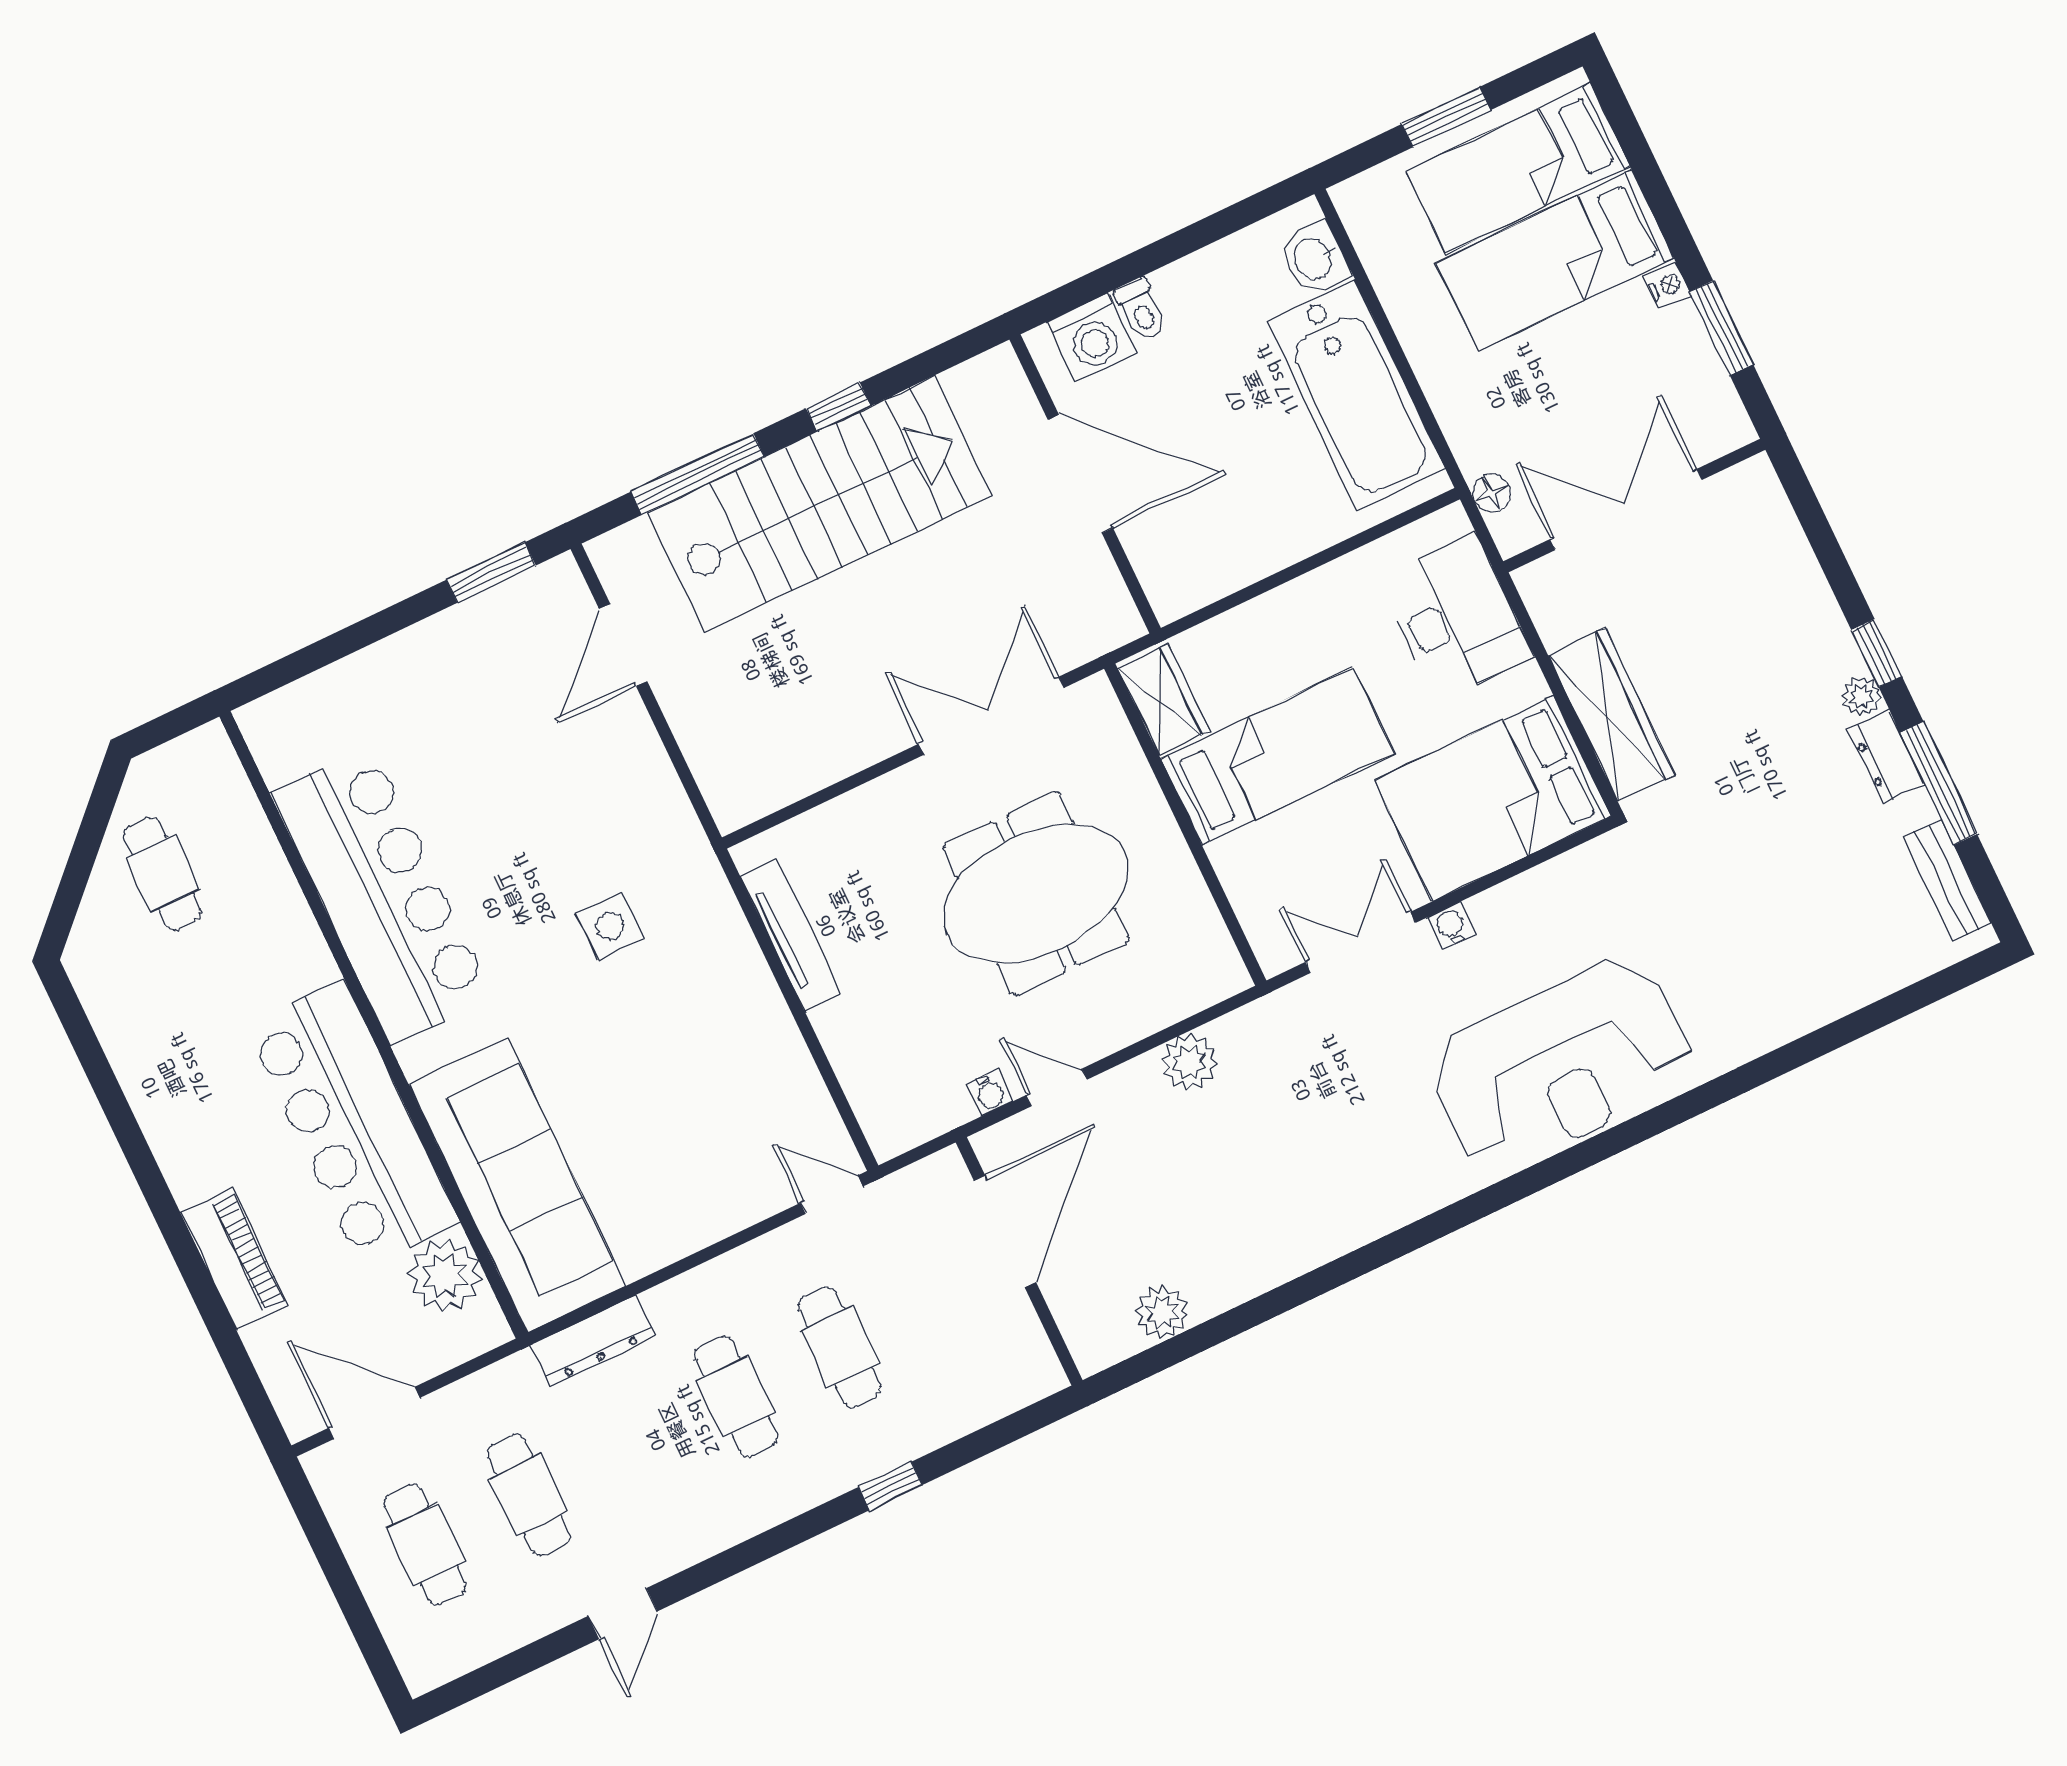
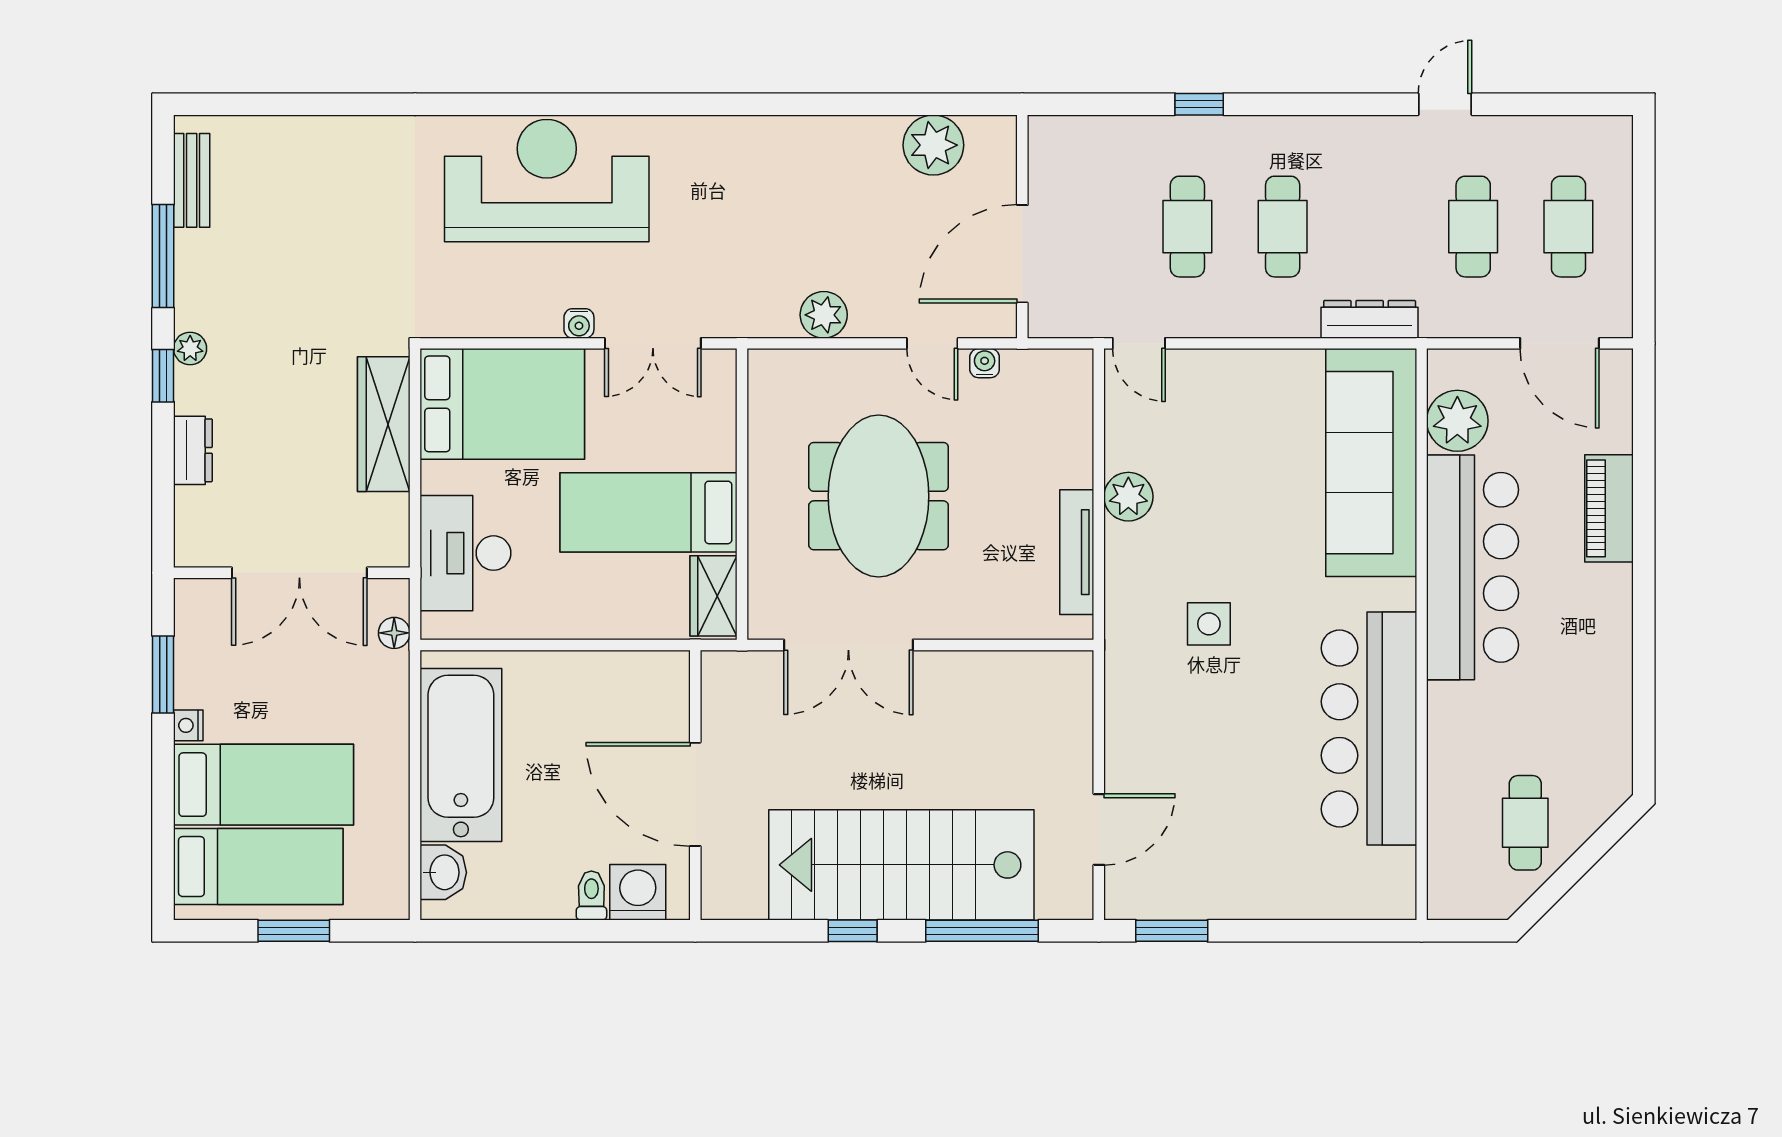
dresser: (1886, 757) -> (193, 450), moved
meeting table: (1036, 893) -> (879, 496), turned 90
plant: (764, 1022) -> (1128, 497), added
plant: (1162, 1313) -> (933, 145), width x1.36, depth x1.36

